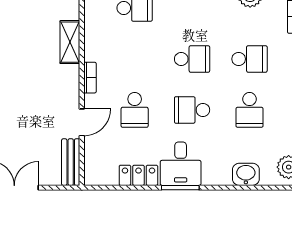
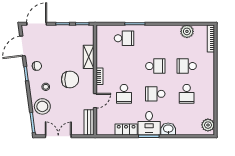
school desk: (249, 59) -> (187, 66), turned 180
chair: (36, 84) -> (70, 79), added
washbasin: (246, 174) -> (168, 129), moved

